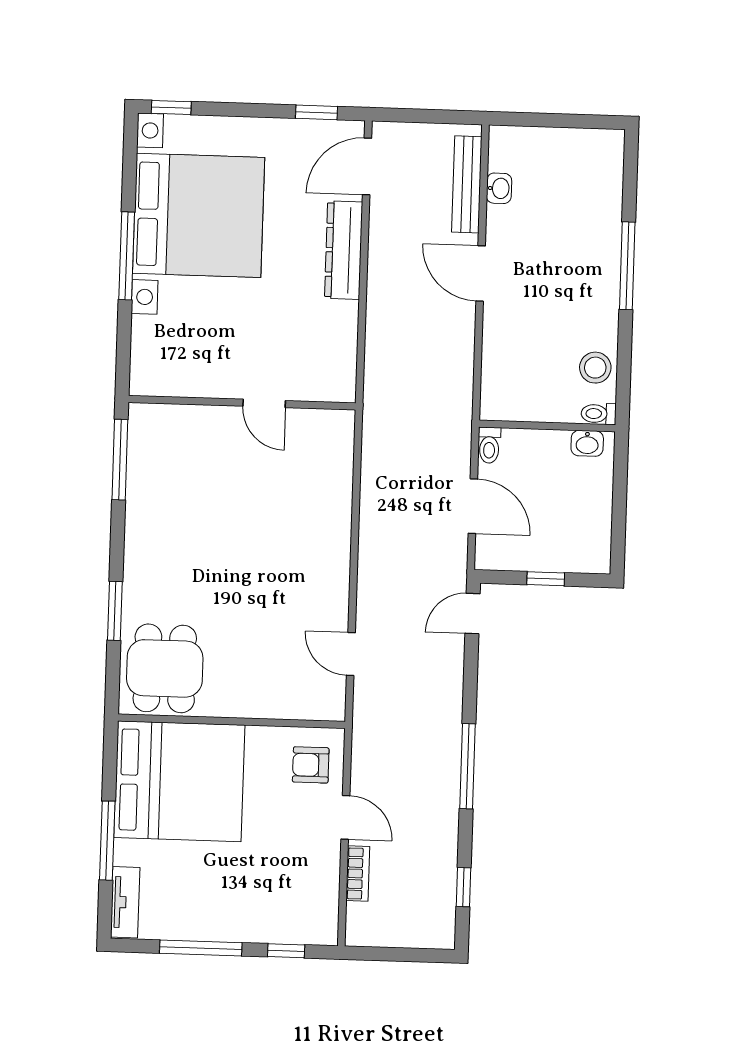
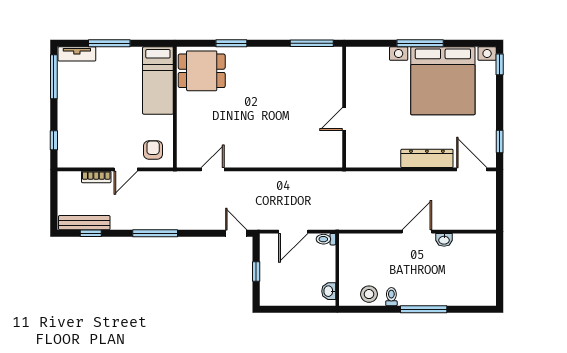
bench: (467, 184) -> (84, 223), moved
washbasin: (499, 188) -> (444, 240), moved
toilet: (599, 414) -> (391, 297), moved
bed: (179, 781) -> (158, 80), width x0.49
window: (201, 948) -> (54, 77), moved

